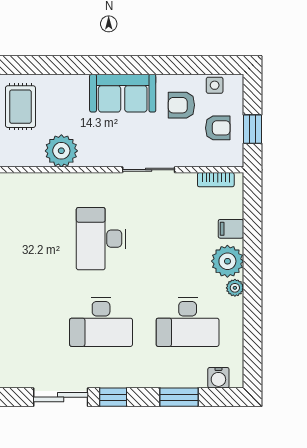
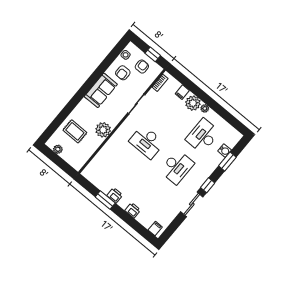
desk: (188, 322) -> (203, 136), turned 180
water cooler: (218, 378) -> (225, 151), moved

